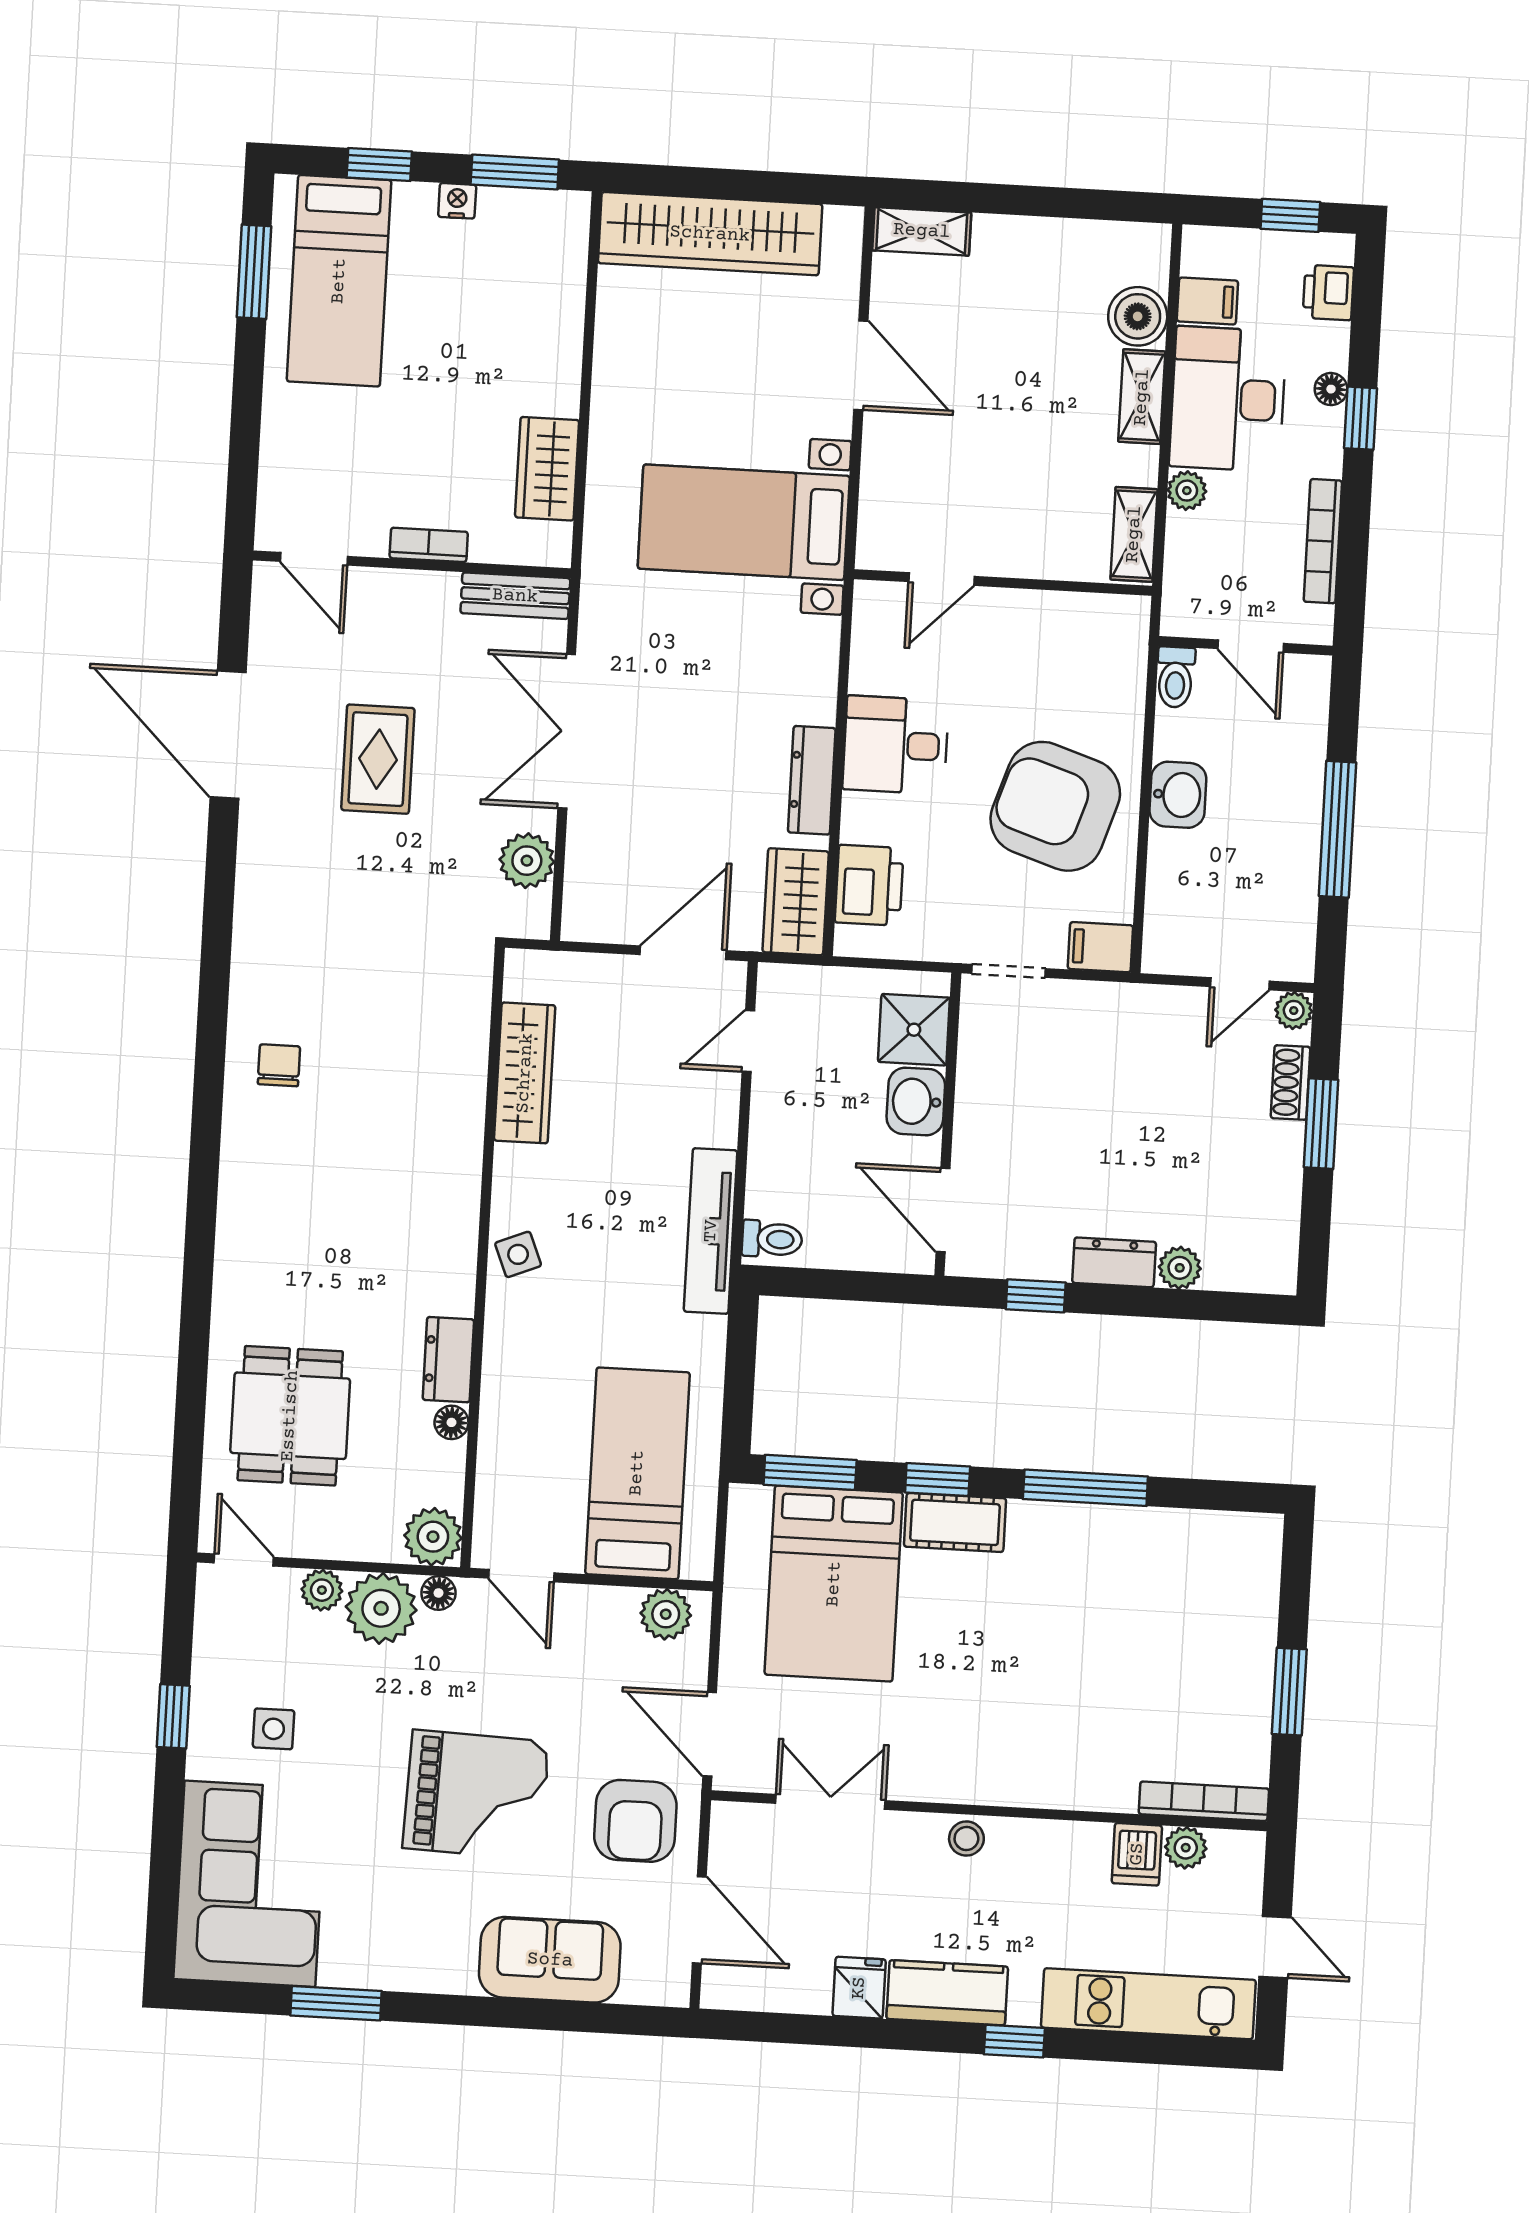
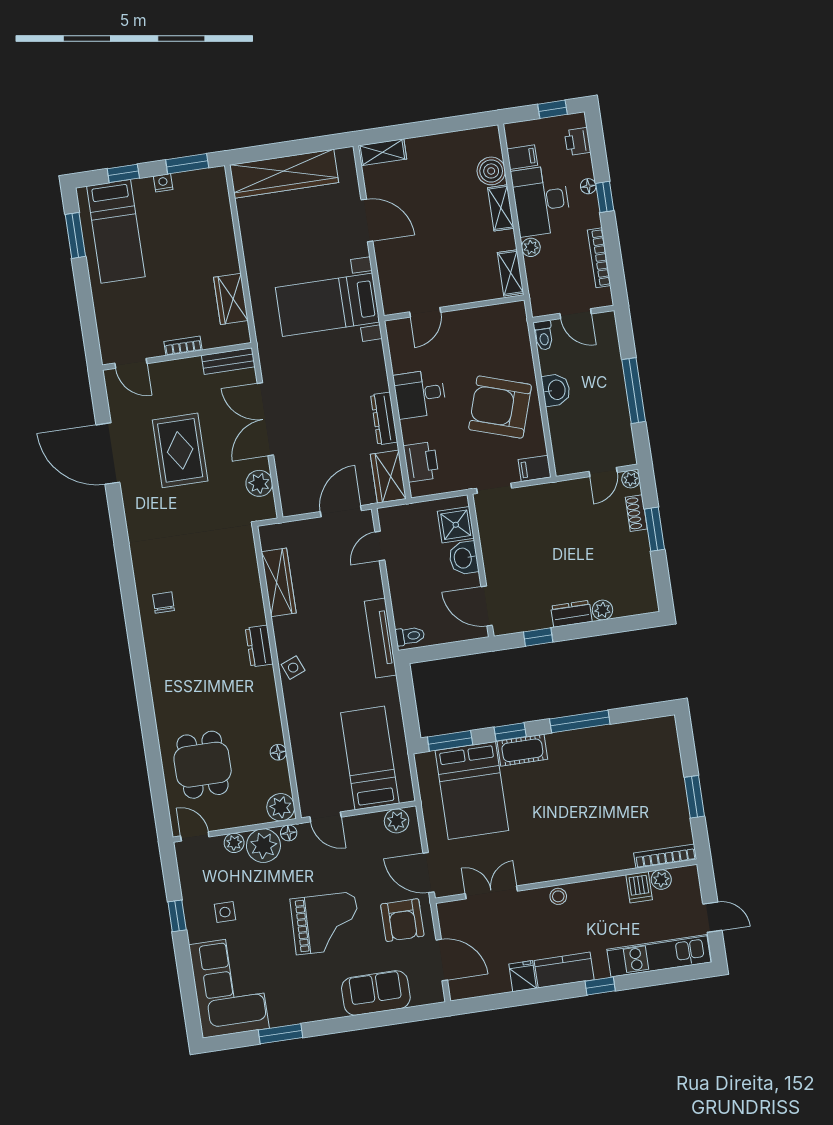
rug: (378, 759) -> (180, 450), width x1.36, depth x1.43
dresser: (448, 1360) -> (259, 646), moved

